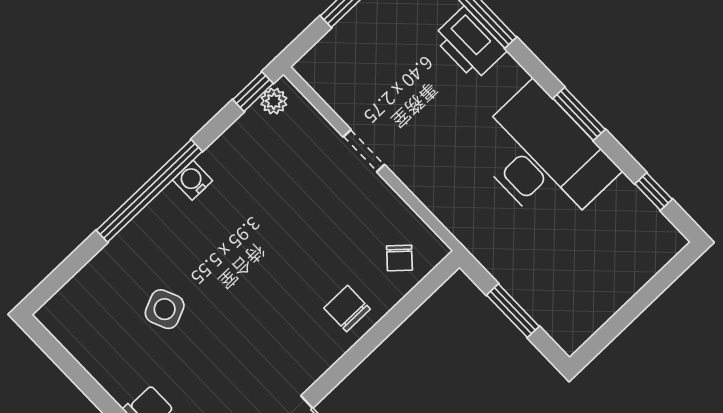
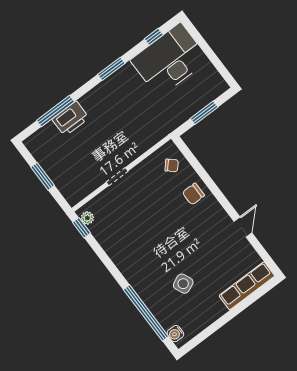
desk: (543, 158) -> (169, 60), moved
water cooler: (193, 180) -> (175, 334), moved
window: (149, 191) -> (146, 313), moved

